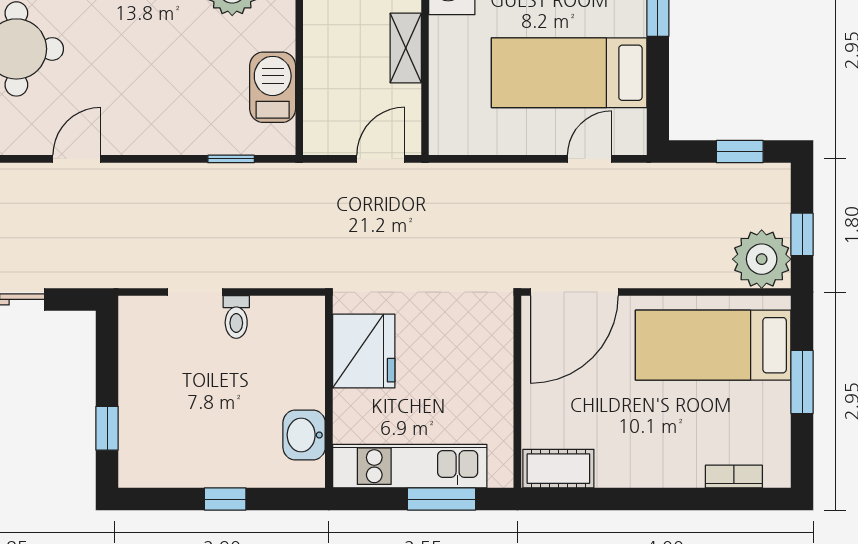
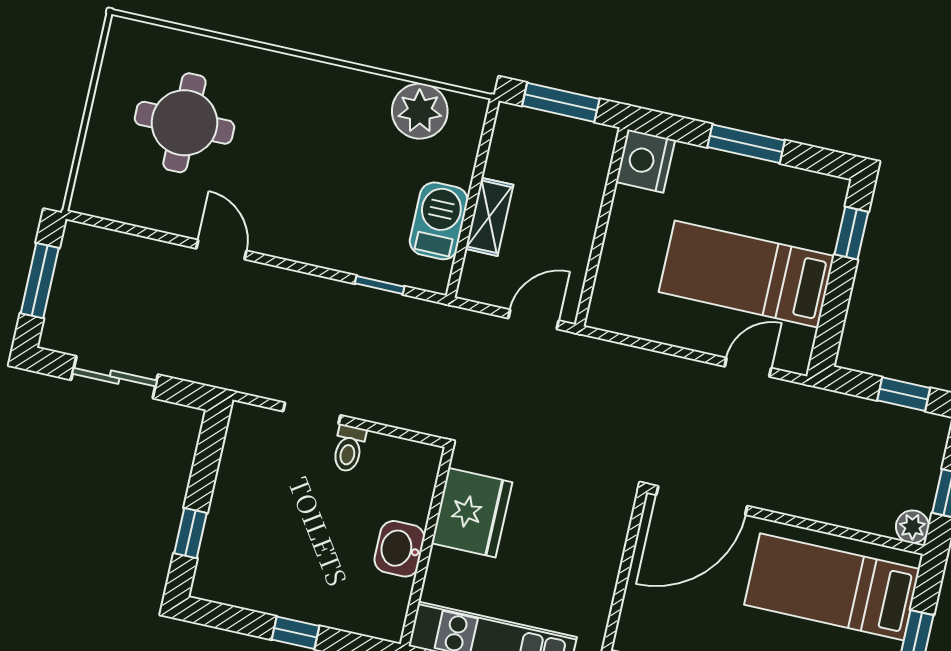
shelving: (406, 48) -> (489, 217), moved
door: (77, 159) -> (221, 250), hinge flipped
plant: (762, 259) -> (912, 527), width x0.53, depth x0.53
washbasin: (304, 435) -> (399, 549), moved

